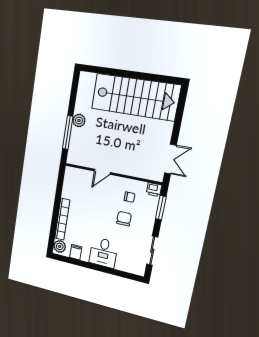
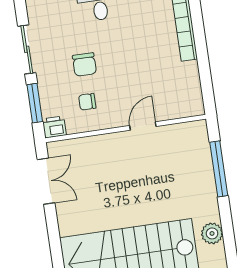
plant: (79, 121) -> (212, 233), moved
double door: (170, 159) -> (46, 181), swing flipped
sliding door: (152, 251) -> (27, 49), moved

